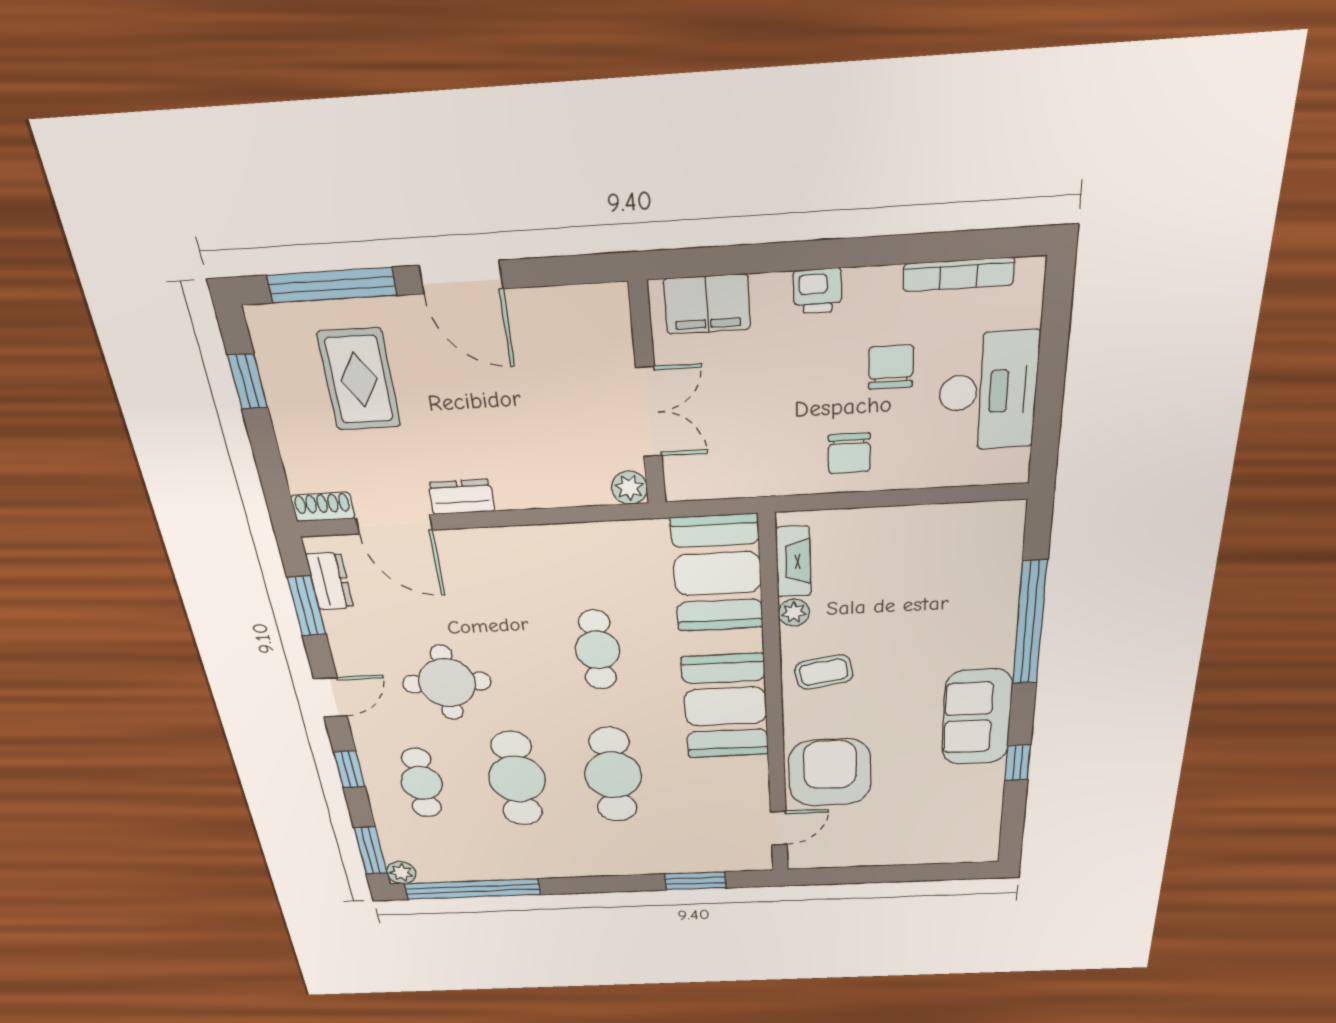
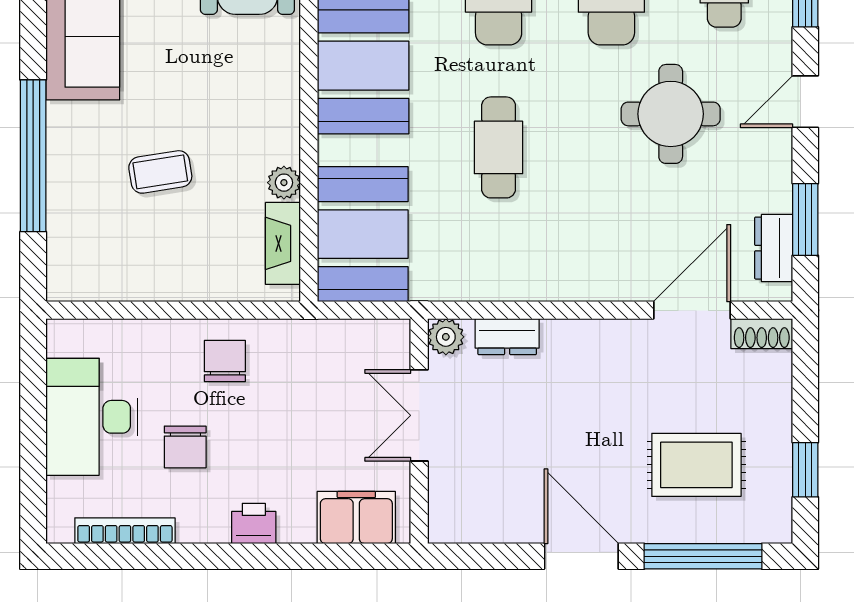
rug: (359, 380) -> (696, 465), turned 90
dresser: (461, 497) -> (507, 337), moved
door: (394, 524) -> (692, 310), hinge flipped
coffee table: (824, 672) -> (160, 172), moved

